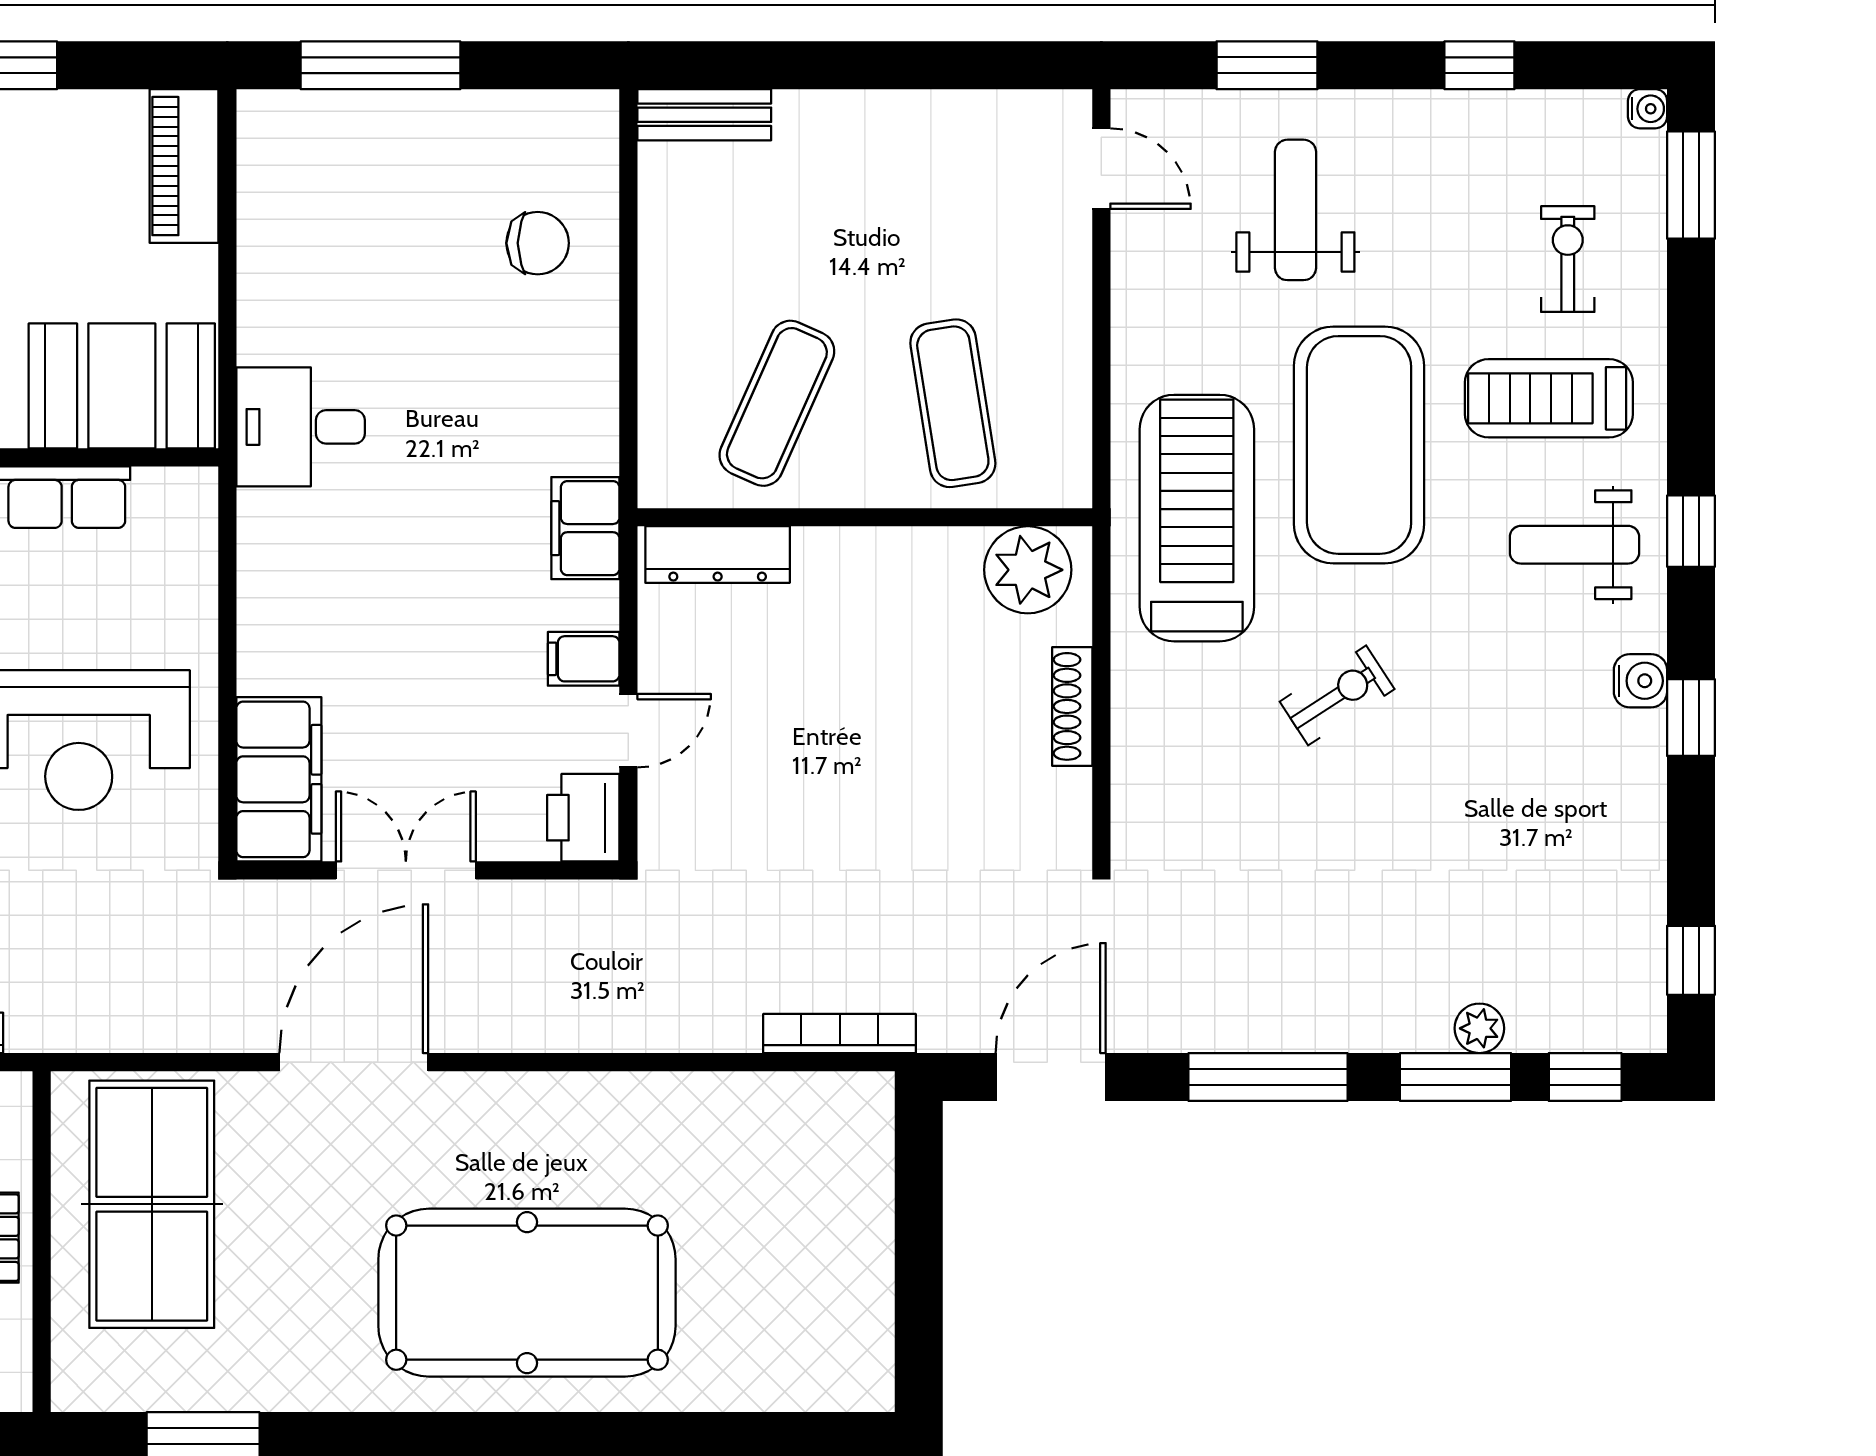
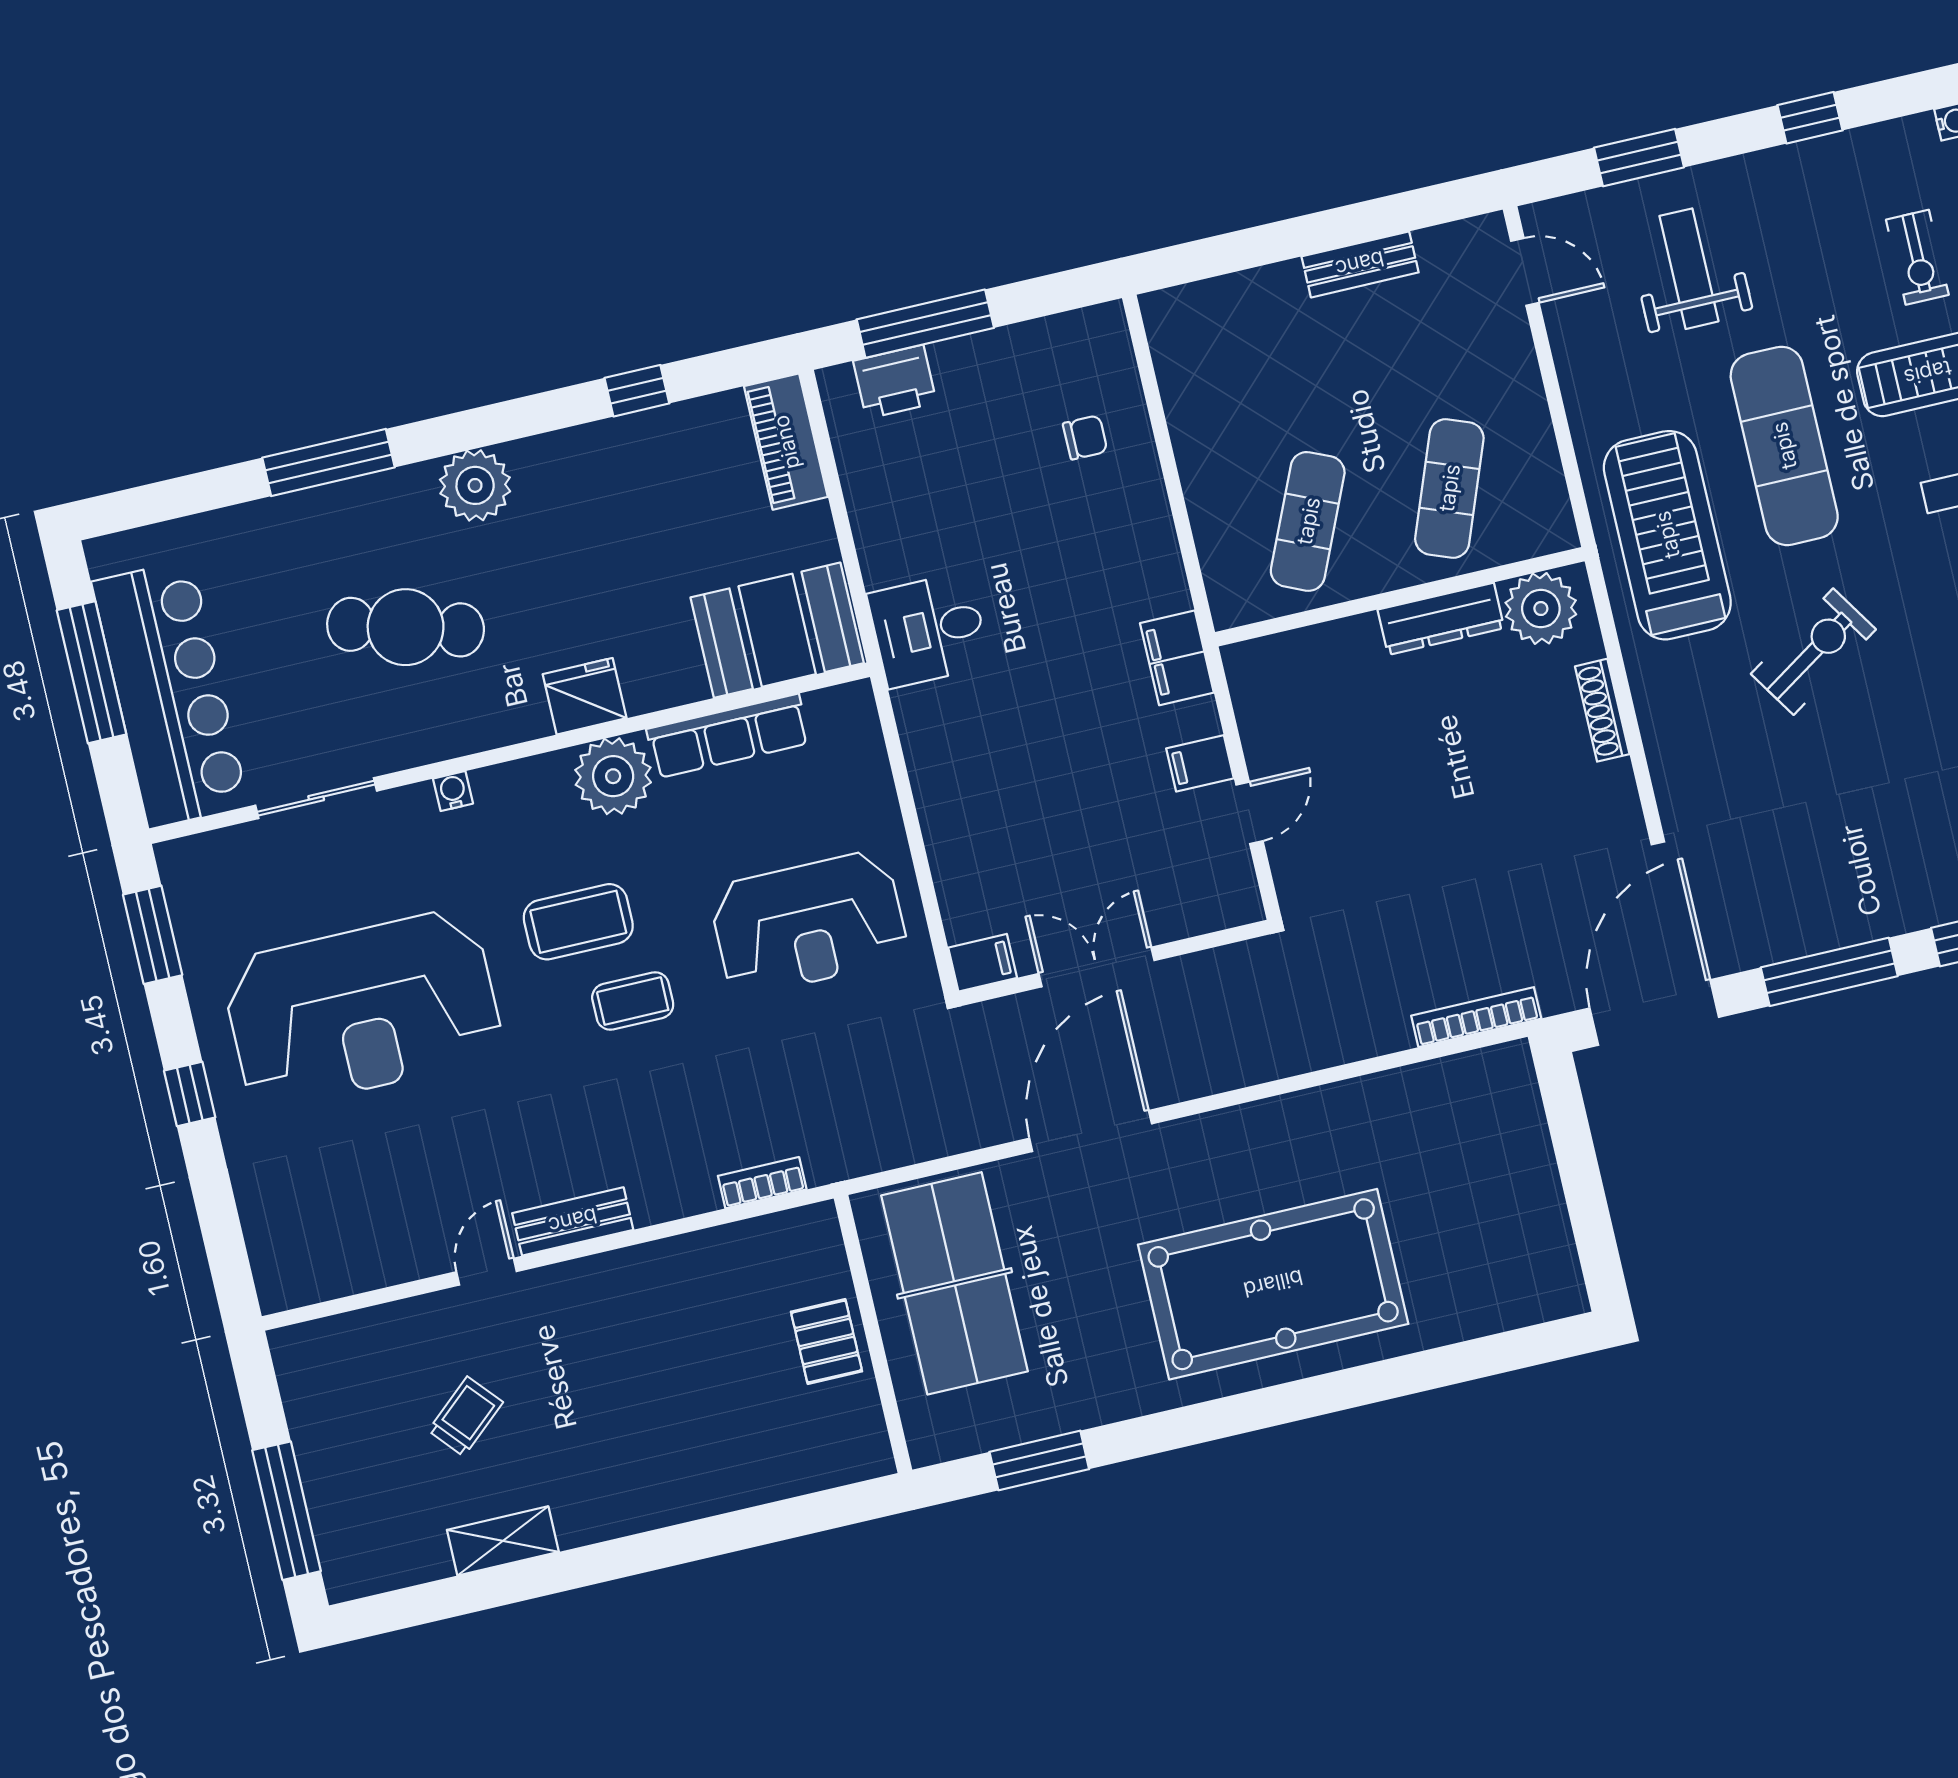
bench: (704, 115) -> (1360, 264), moved
chair: (538, 243) -> (1085, 437), width x0.73, depth x0.73
exercise bike: (1568, 259) -> (1917, 257), turned 180
exercise mat: (953, 403) -> (1449, 488), turned 30
exercise mat: (1359, 445) -> (1784, 446), width x0.68
dresser: (718, 554) -> (1441, 619), moved
exercise bike: (1337, 695) -> (1813, 652), width x1.38, depth x1.39
filing cabinet: (279, 779) -> (983, 963), width x0.33, depth x0.86
printer: (583, 818) -> (895, 382), moved, turned -90
door: (1051, 1077) -> (1654, 1013), width x1.36

